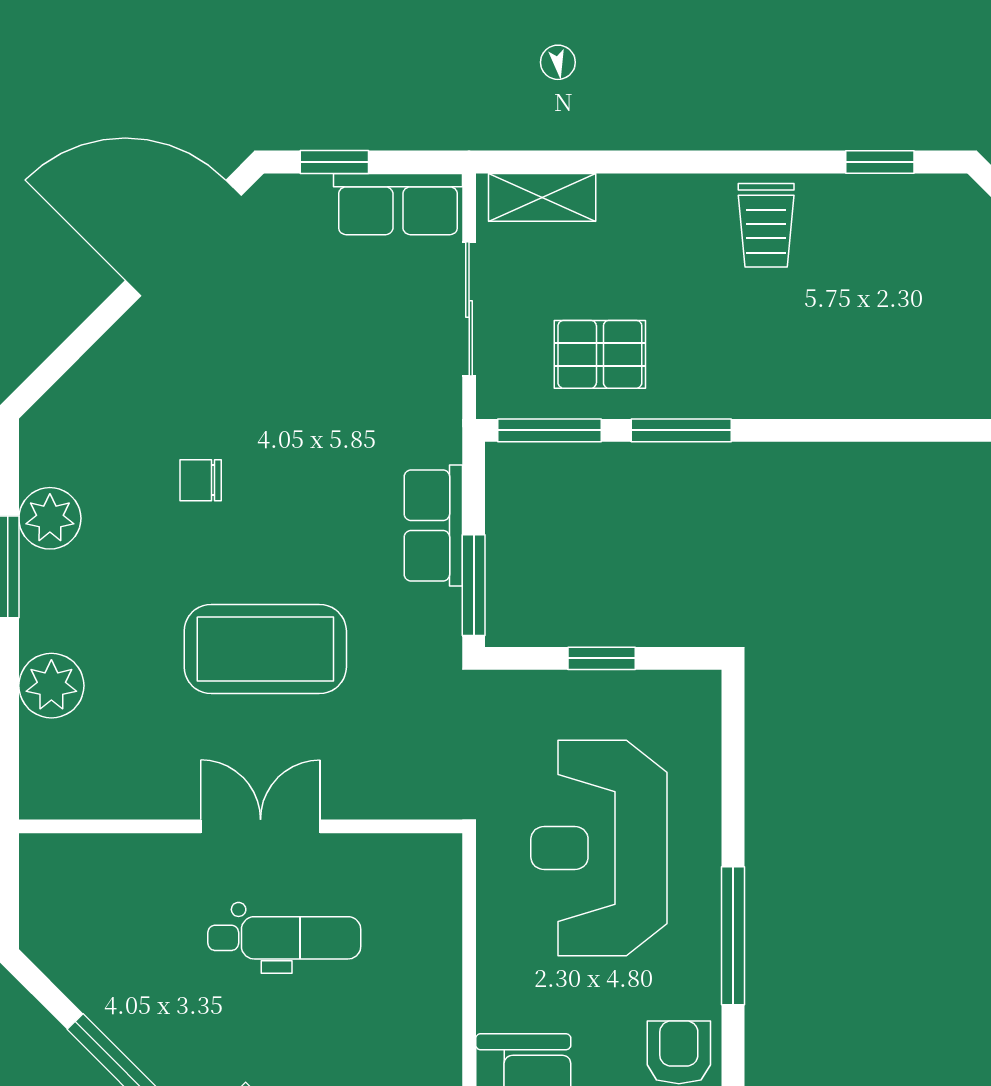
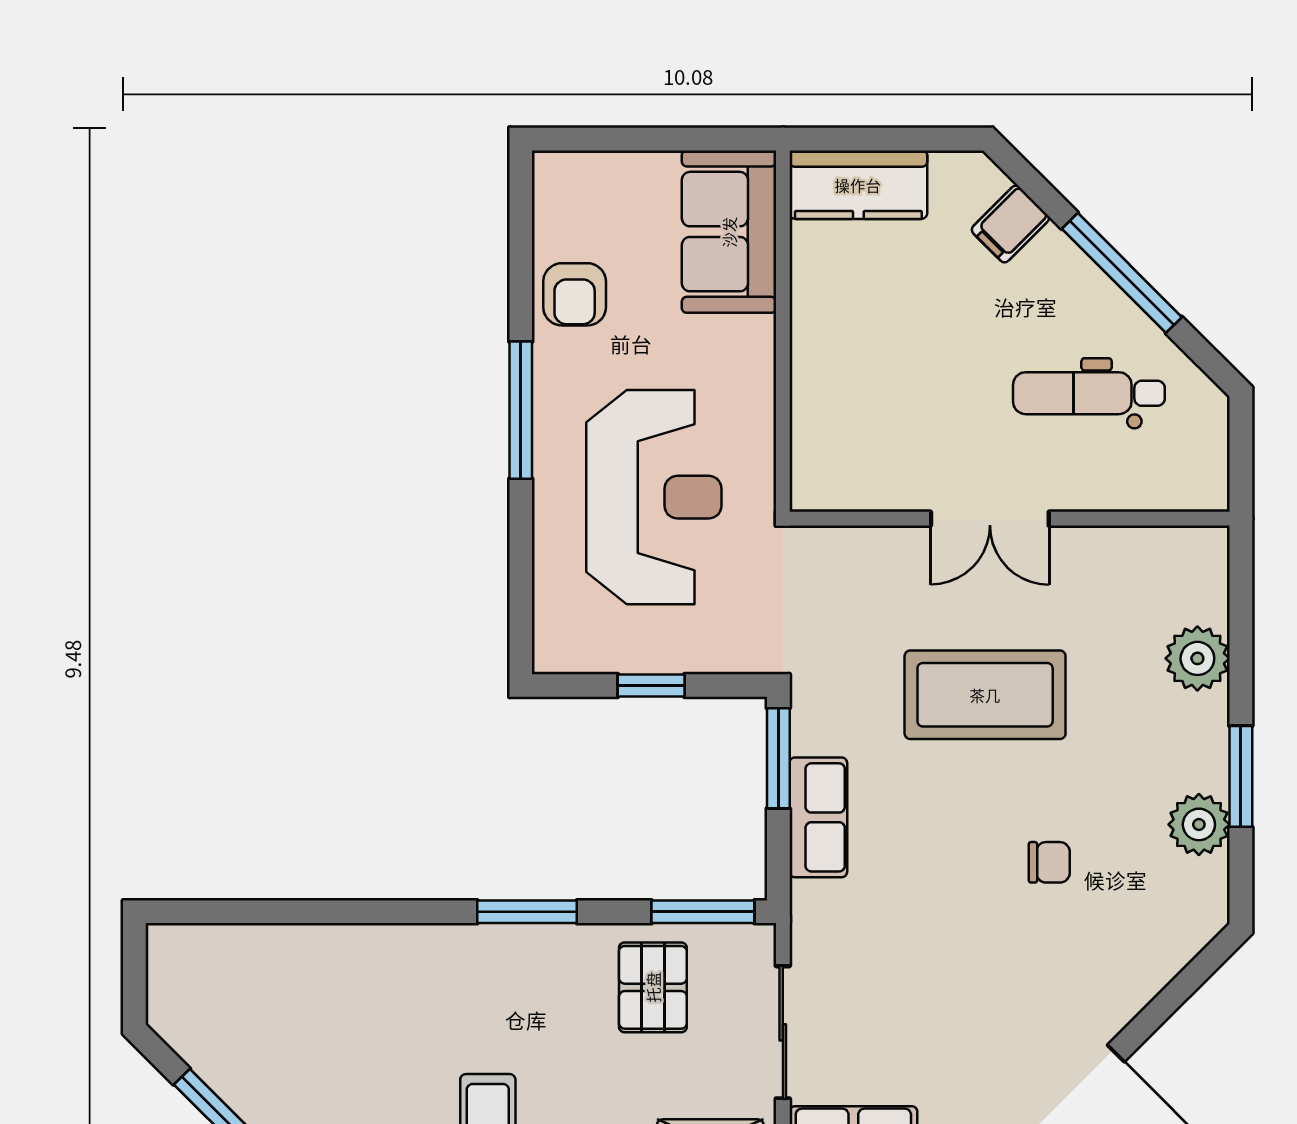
pallet: (600, 354) -> (653, 987), turned 90
window: (681, 430) -> (527, 912), moved
dental chair: (284, 938) -> (1089, 393), moved

